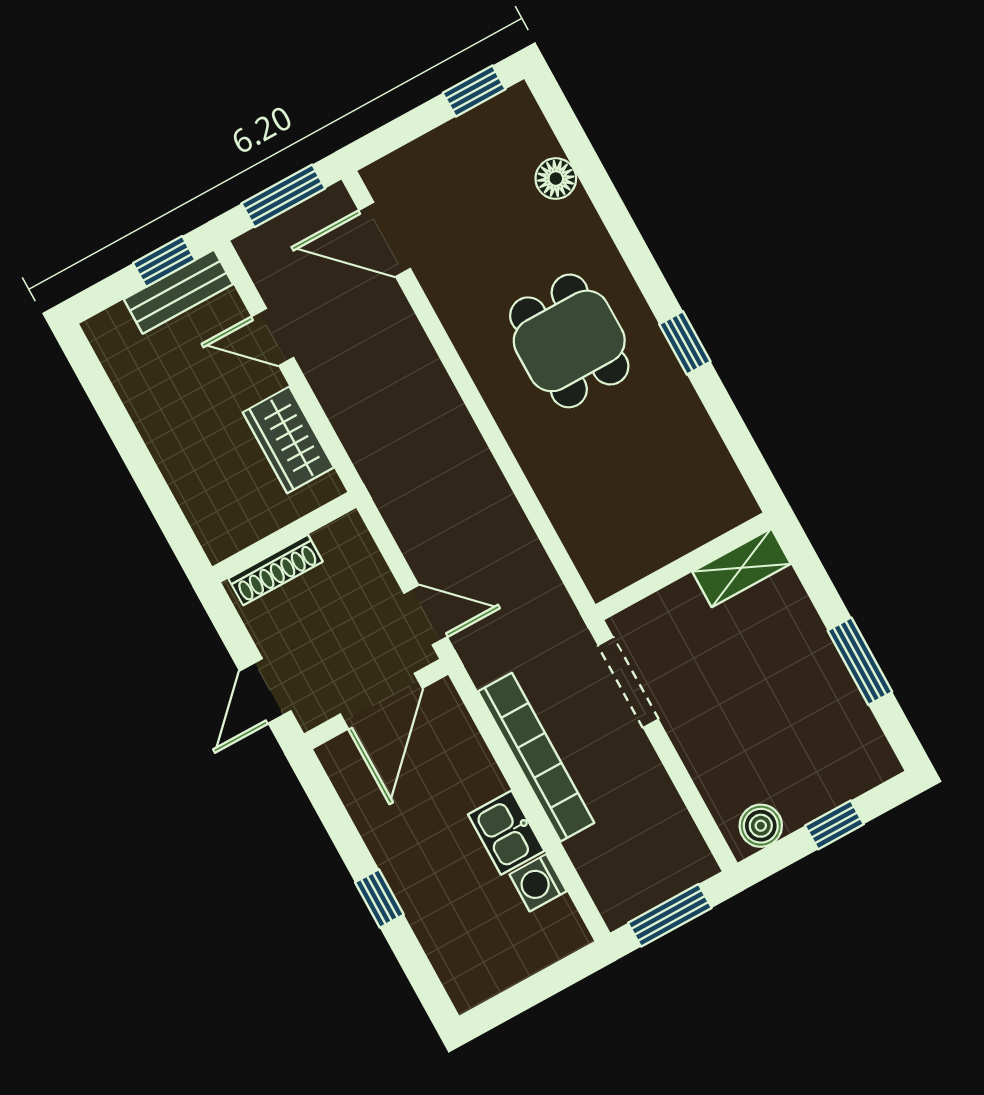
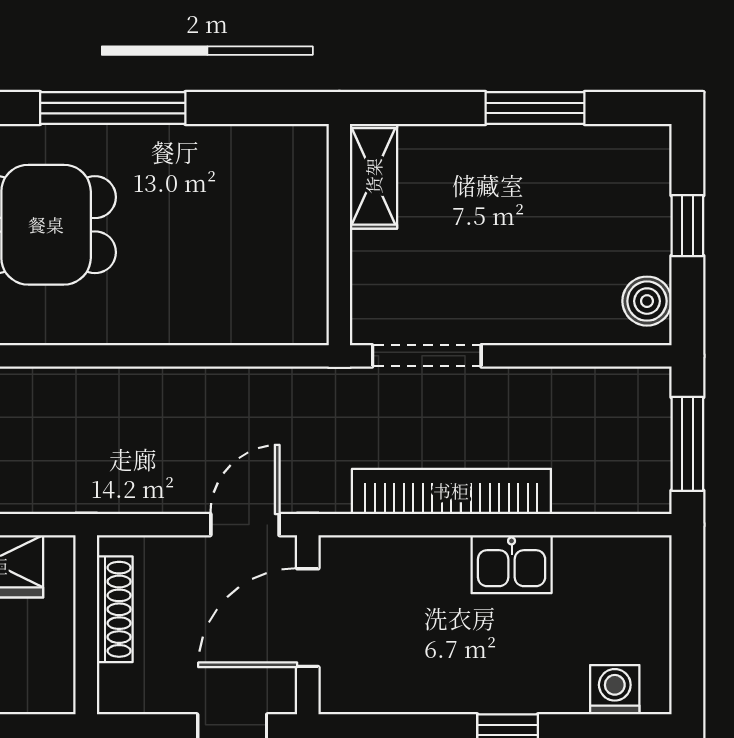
window: (685, 343) -> (113, 108), width x2.17
shoe rack: (276, 570) -> (115, 609), moved
door: (381, 701) -> (308, 618), swing flipped
washing machine: (538, 883) -> (615, 690), moved, turned 180

